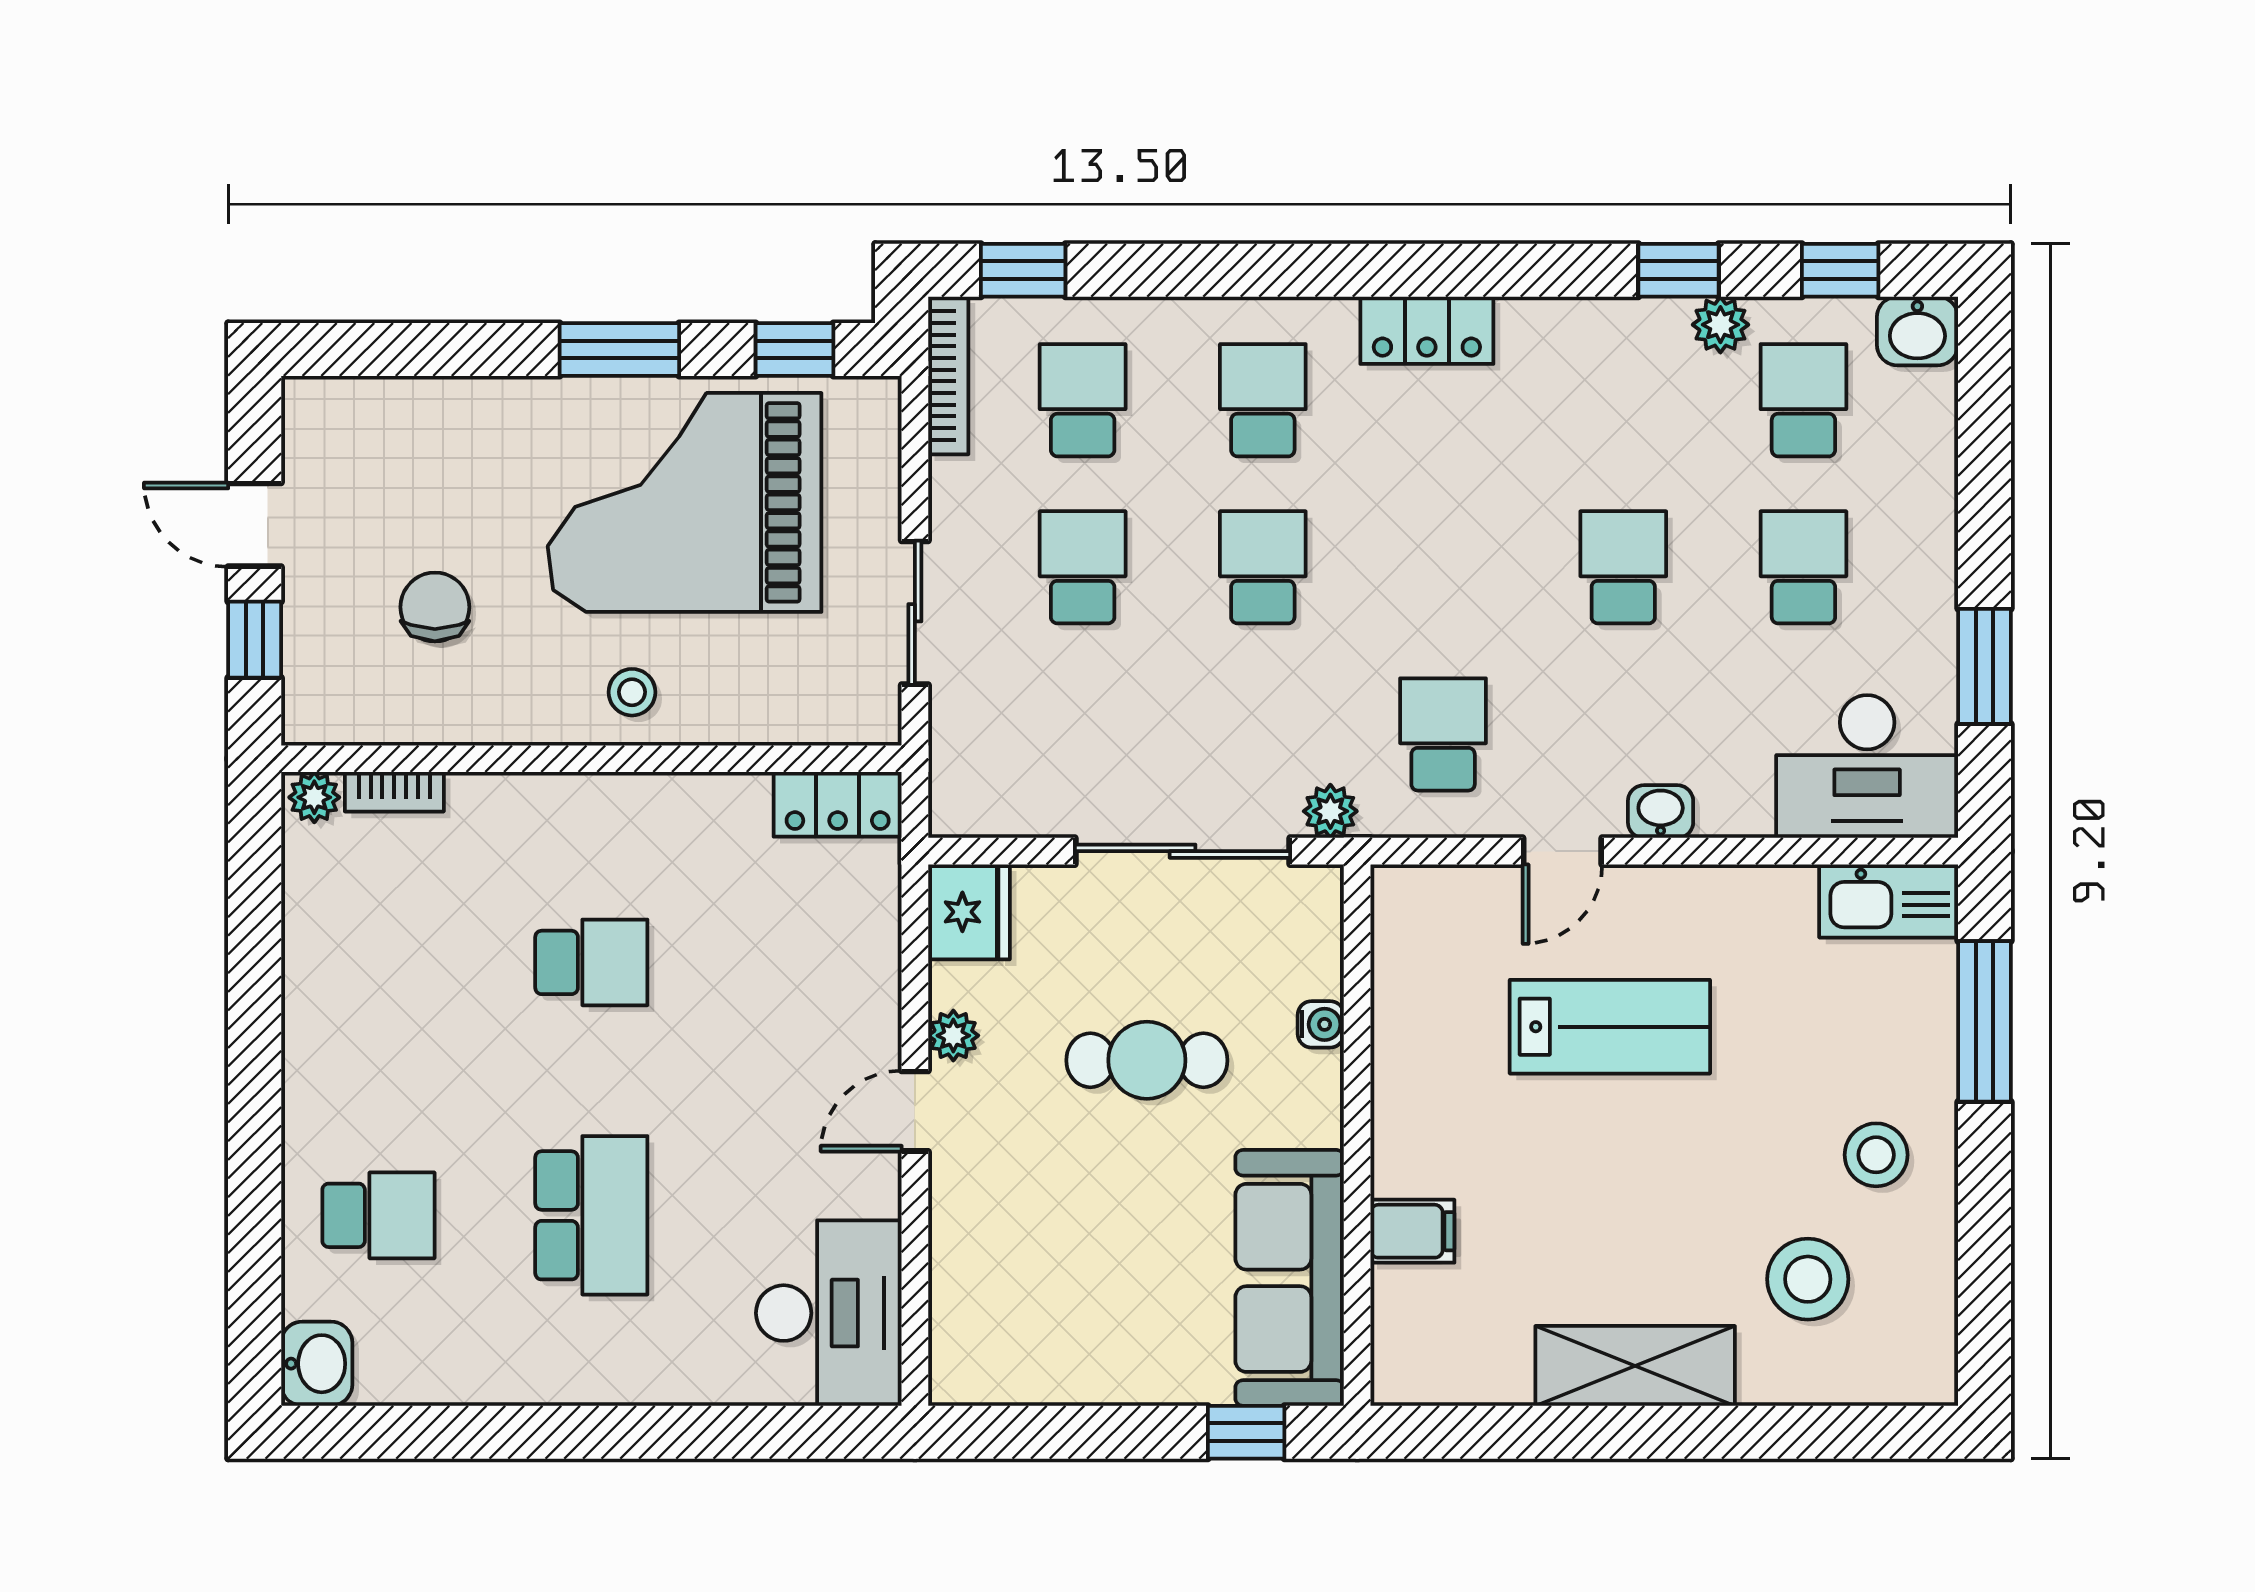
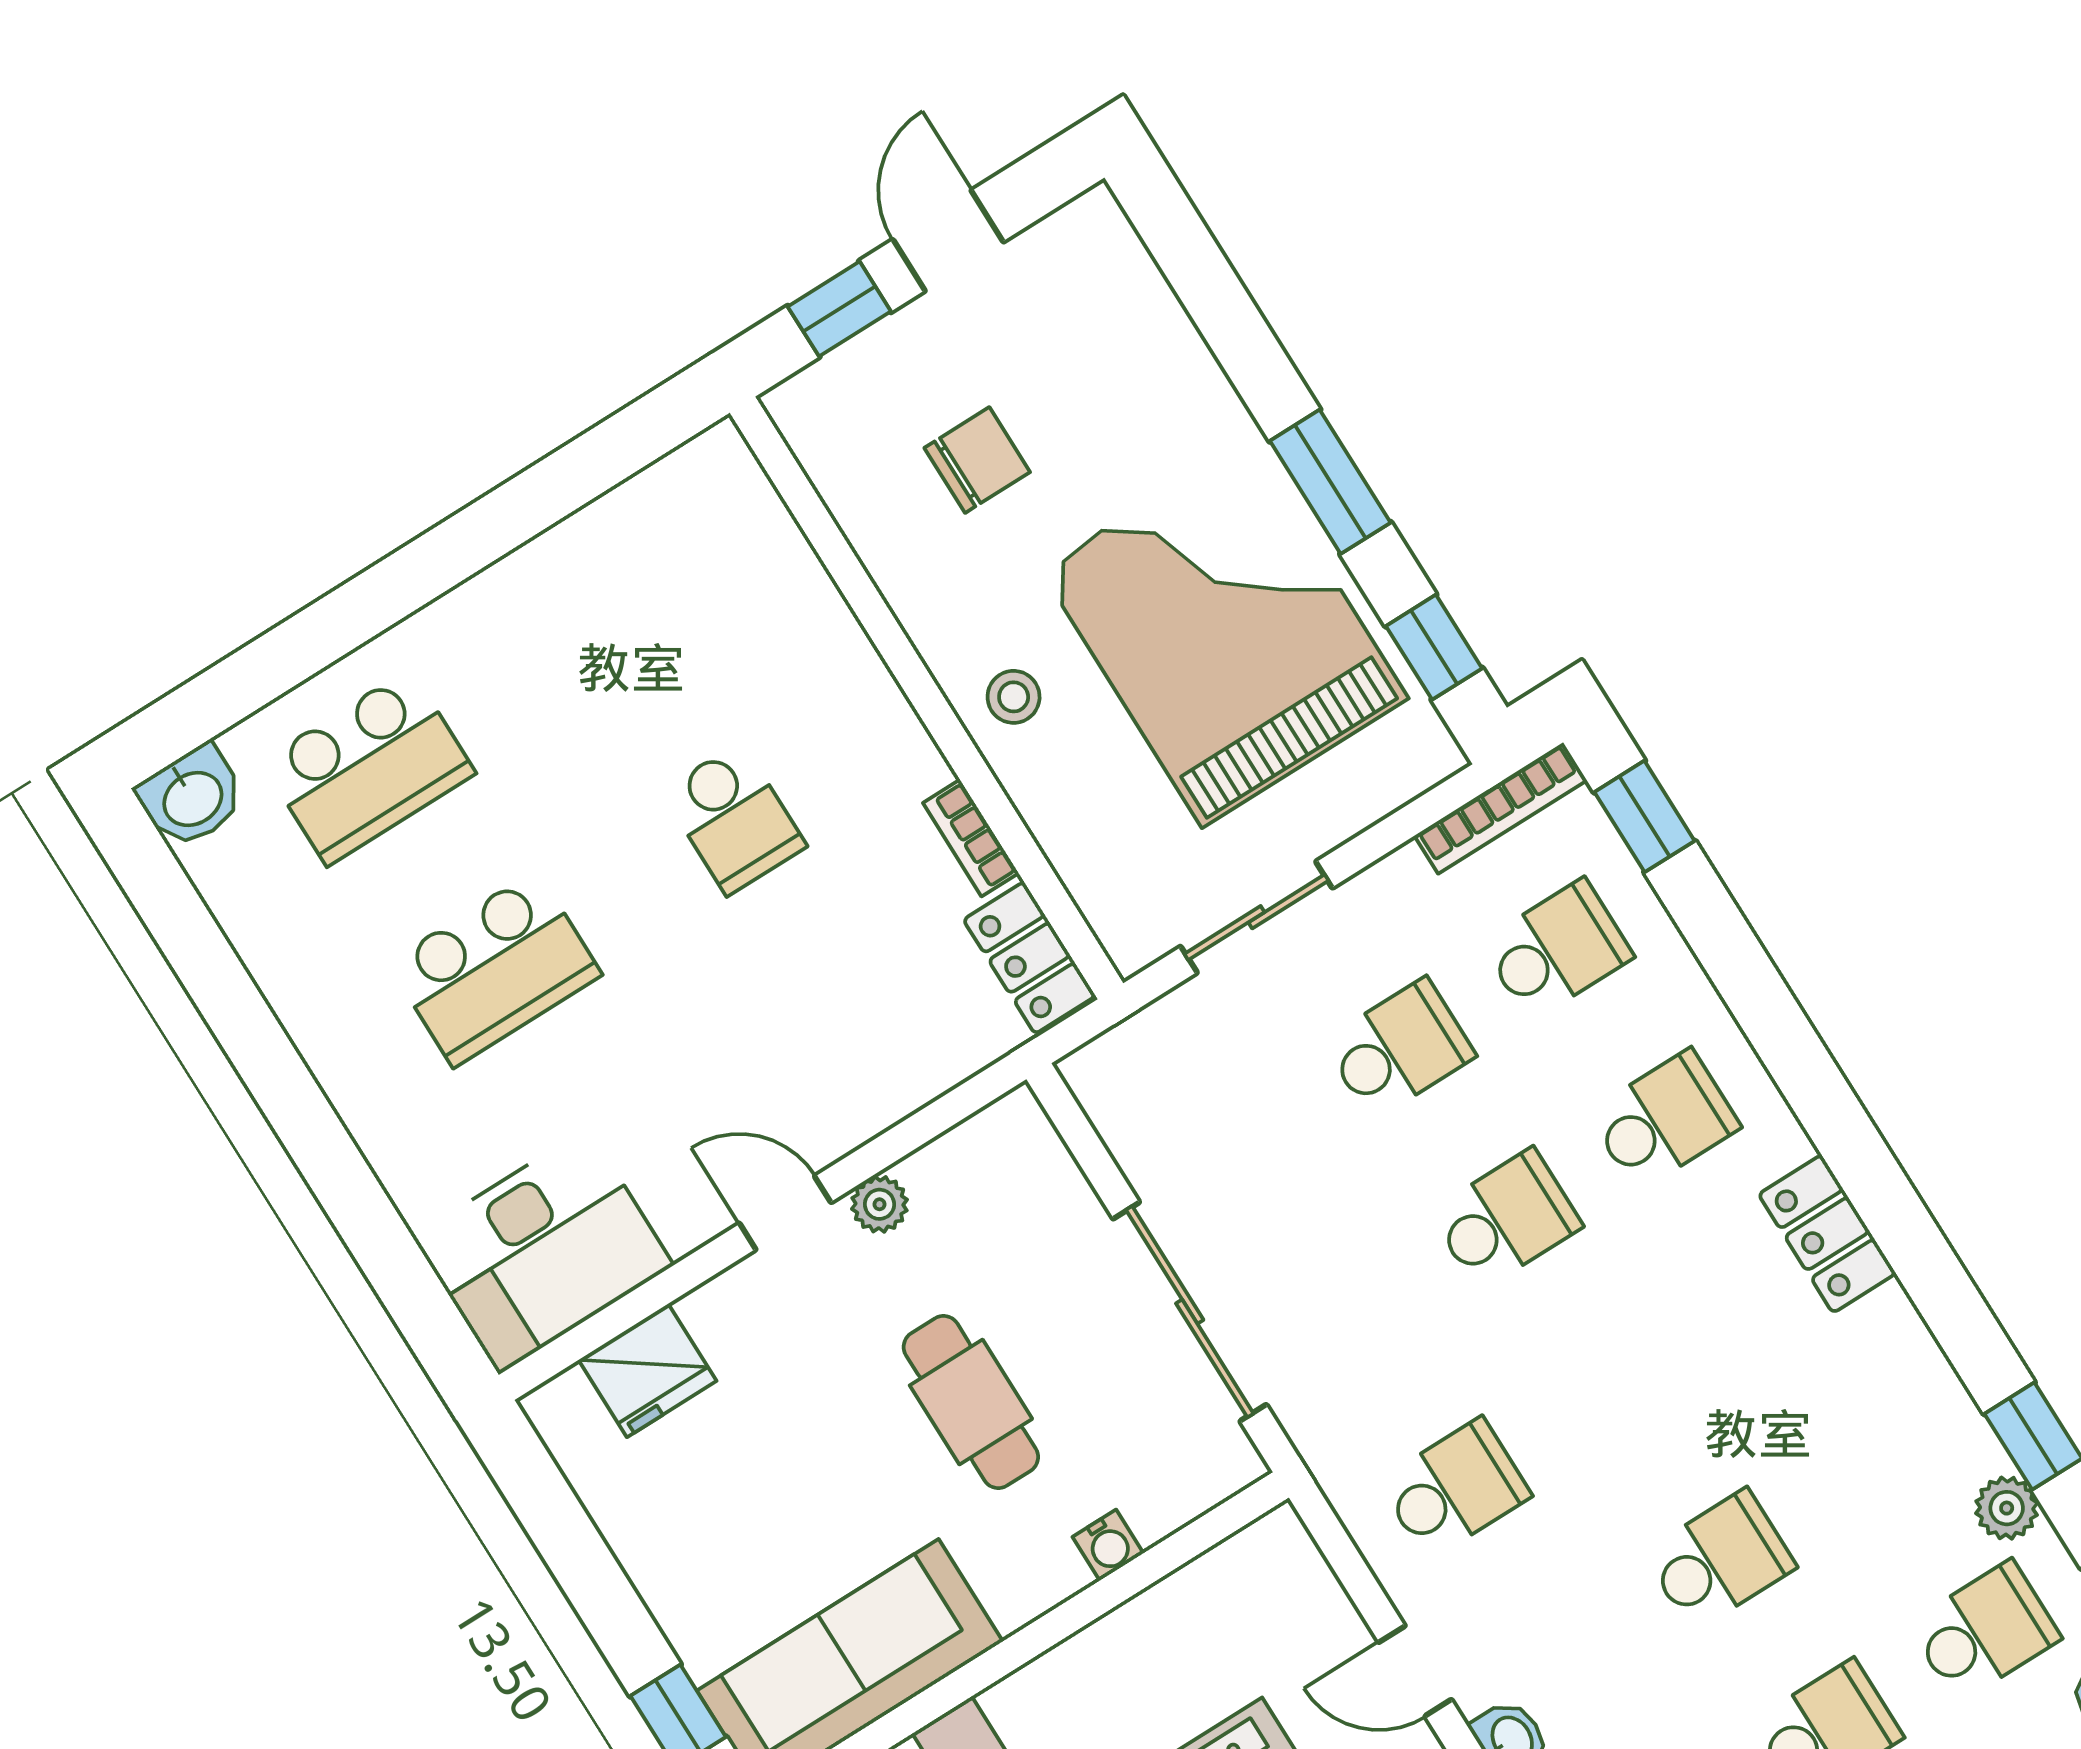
bookcase: (394, 792) -> (971, 838), moved
plant: (314, 797) -> (726, 459), removed
plant: (1330, 811) -> (1315, 1428), removed
fridge: (969, 912) -> (648, 1370), moved
school desk: (378, 1215) -> (368, 767), width x1.85

